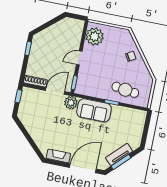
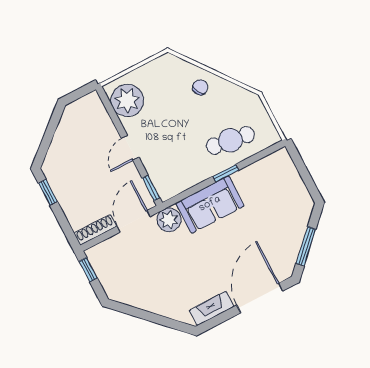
tv unit: (119, 154) -> (295, 238), removed

